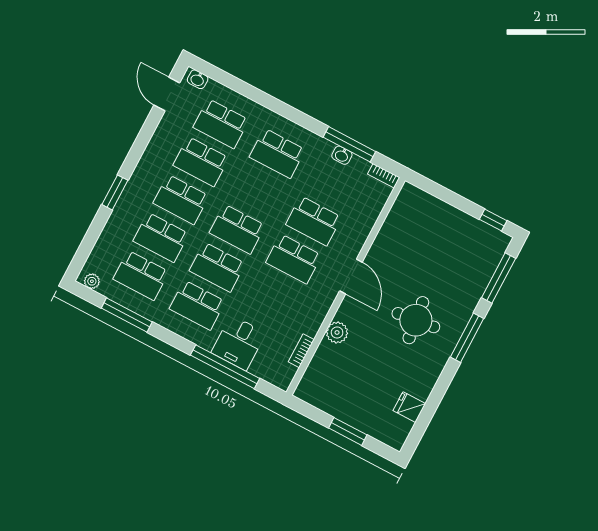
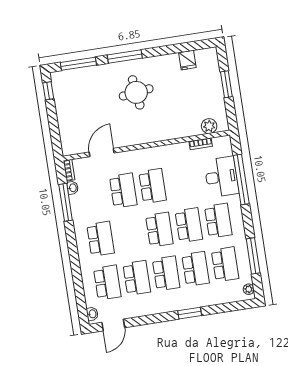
washbasin: (342, 155) -> (73, 188), moved
door: (351, 276) -> (102, 152), moved
plant: (337, 332) -> (209, 126), moved
desk: (238, 343) -> (221, 177), width x1.37

